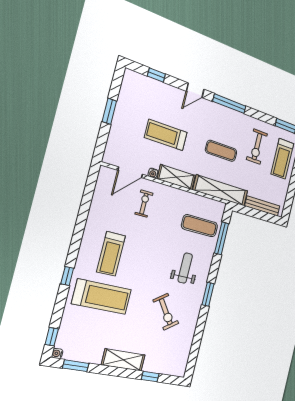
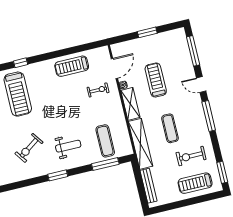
window: (156, 75) -> (193, 51), width x2.17
door: (130, 172) -> (114, 69), swing flipped
treadmill: (111, 254) -> (72, 66), moved

